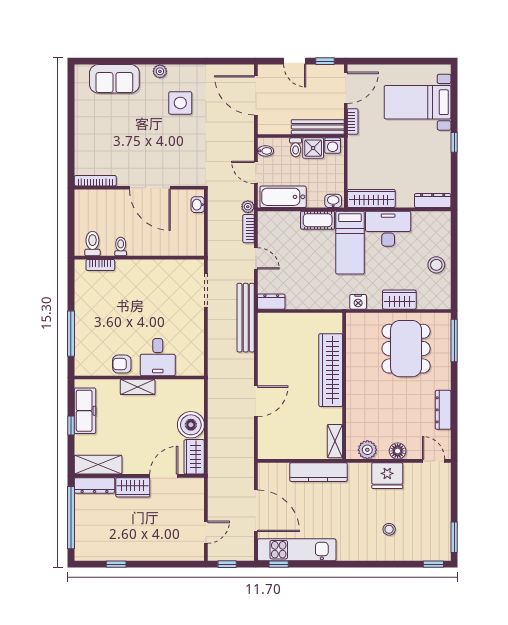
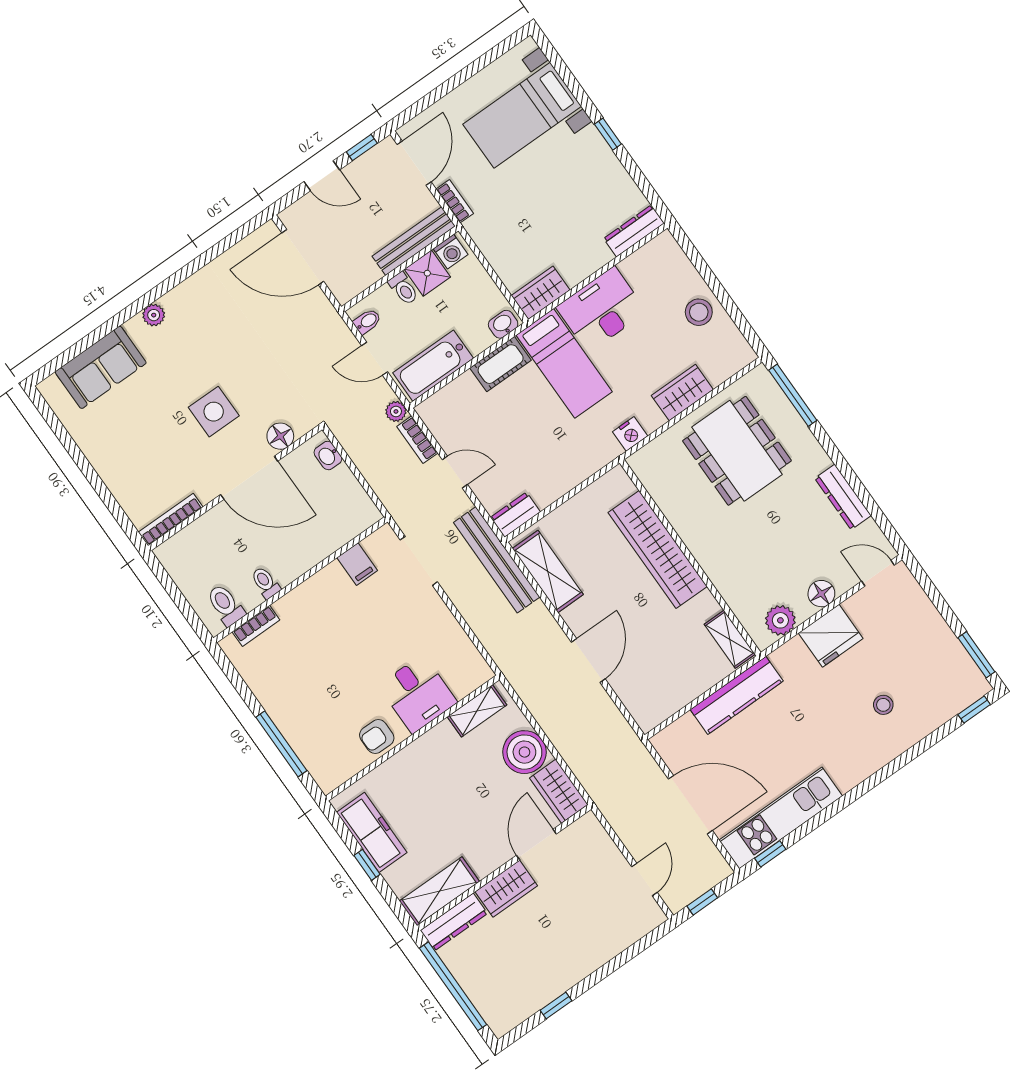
side table: (180, 103) -> (214, 412), moved
floor lamp: (181, 178) -> (280, 436), added
wardrobe: (371, 198) -> (541, 293), width x0.67
filing cabinet: (174, 270) -> (357, 564), added
shelving: (267, 342) -> (548, 572), added
shelving: (138, 387) -> (477, 711), moved

